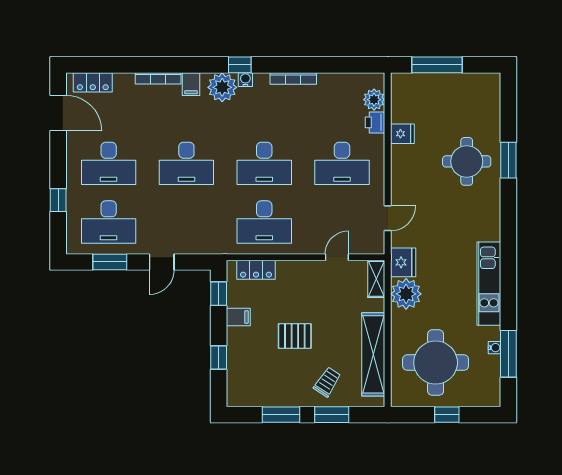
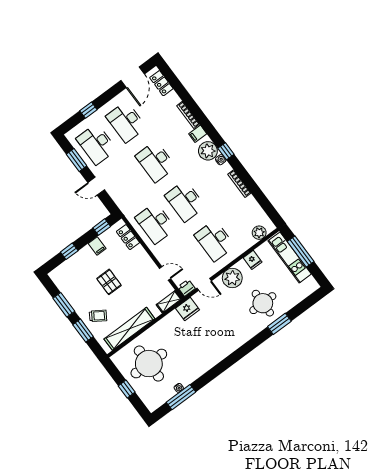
printer: (375, 122) -> (186, 288), moved
kitchen unit: (489, 284) -> (290, 257), moved, turned -90
plant: (406, 294) -> (232, 278), moved

